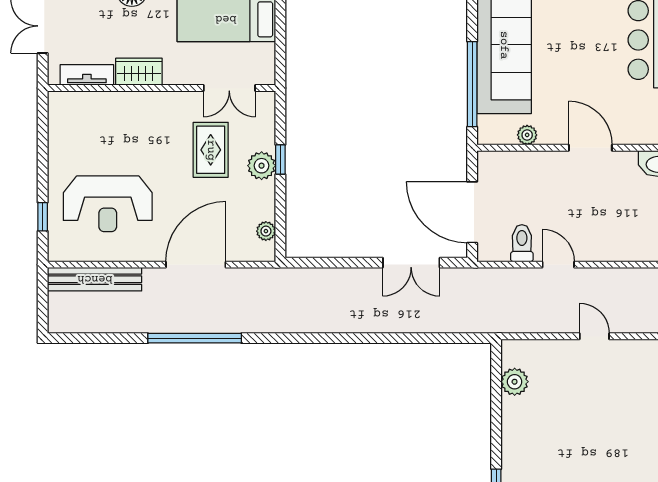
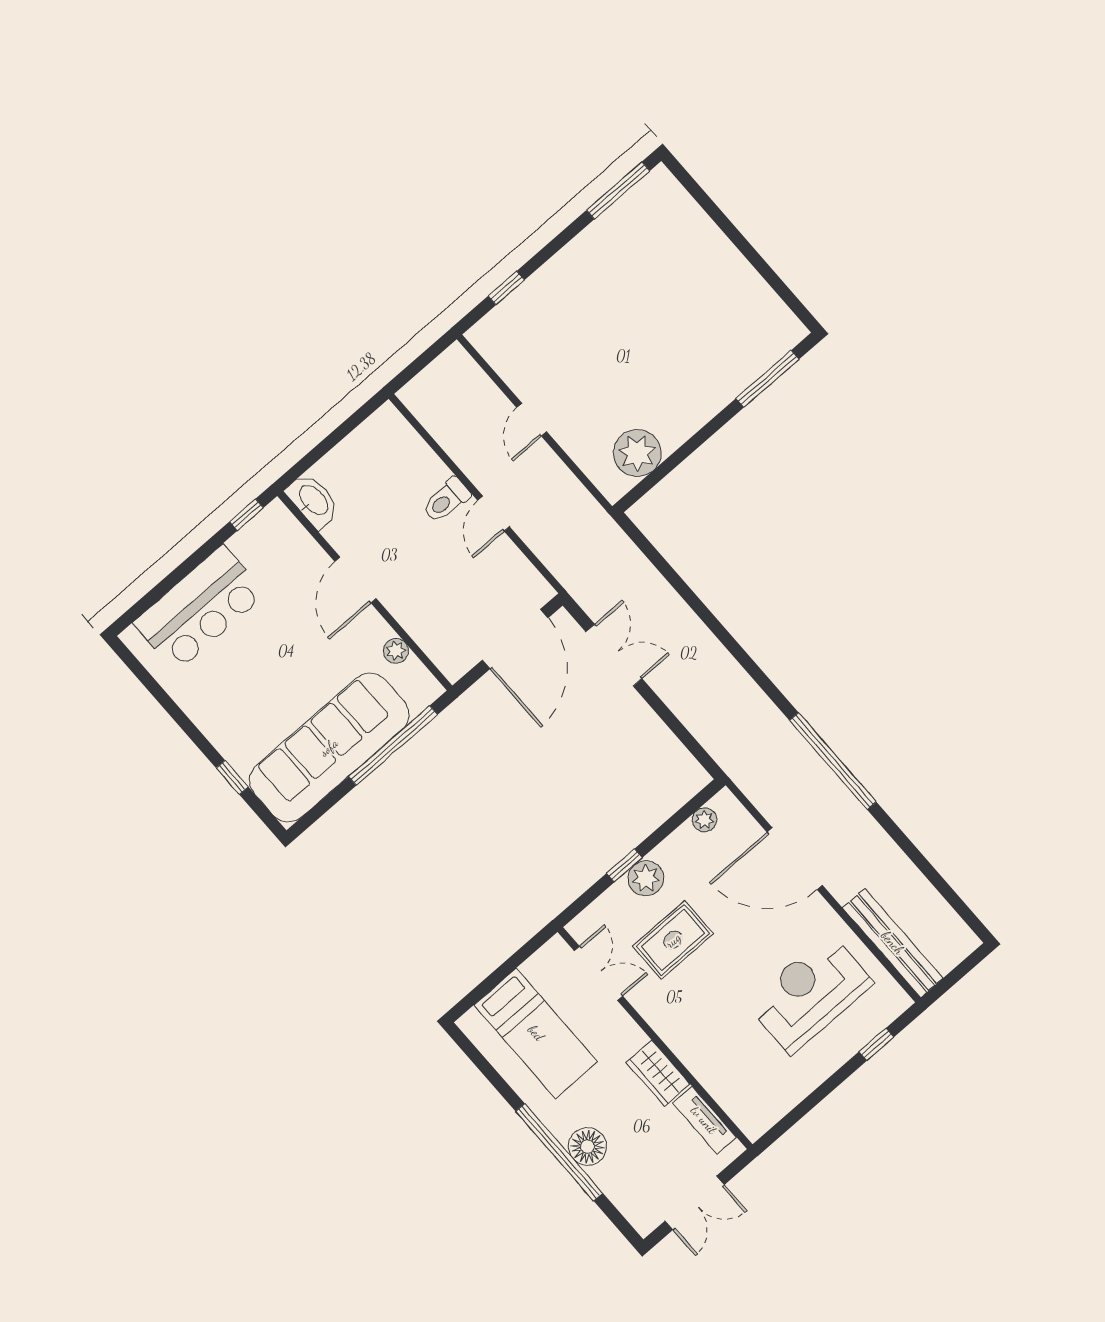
reception desk: (108, 204) -> (810, 993), turned -90
toilet: (522, 243) -> (446, 500), moved
window: (195, 338) -> (833, 761), moved
plant: (515, 382) -> (637, 453), width x1.36, depth x1.36

